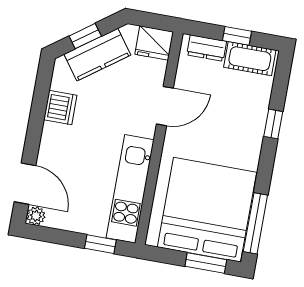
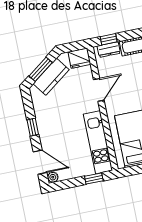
window: (85, 36) -> (41, 69), width x1.50
window: (237, 36) -> (109, 39), moved
dishwasher: (60, 108) -> (43, 113), removed
window: (36, 123) -> (33, 127), added

